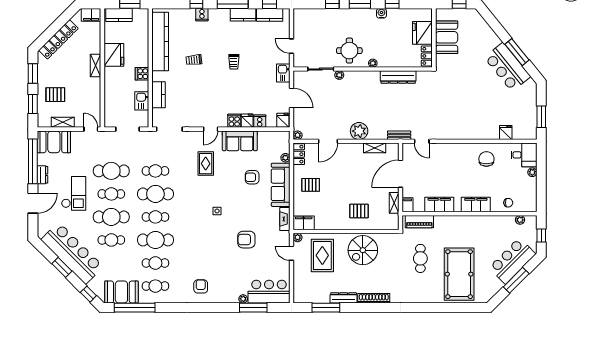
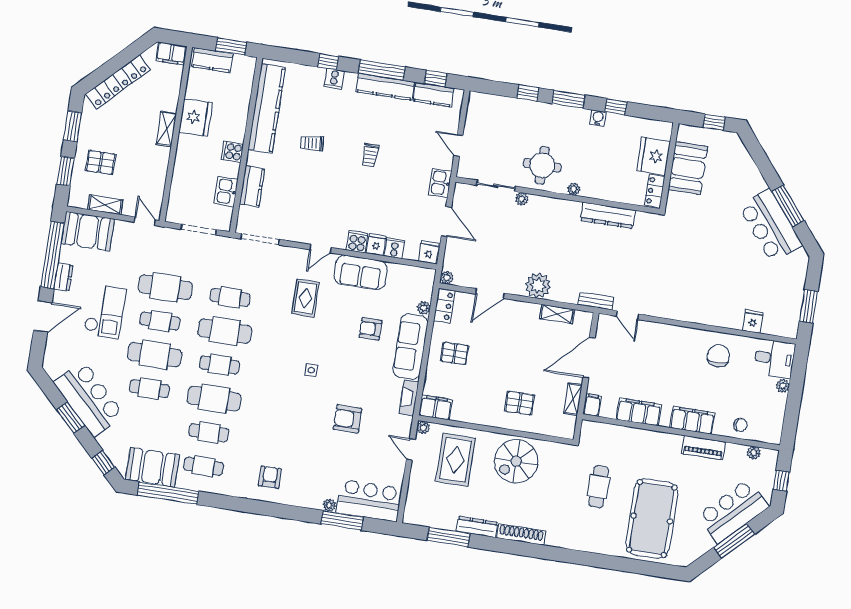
kitchen counter: (243, 15) -> (385, 87), width x1.50
piano: (419, 222) -> (704, 448), moved
bar counter: (72, 253) -> (89, 399), width x0.73

